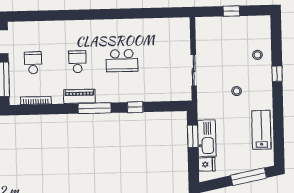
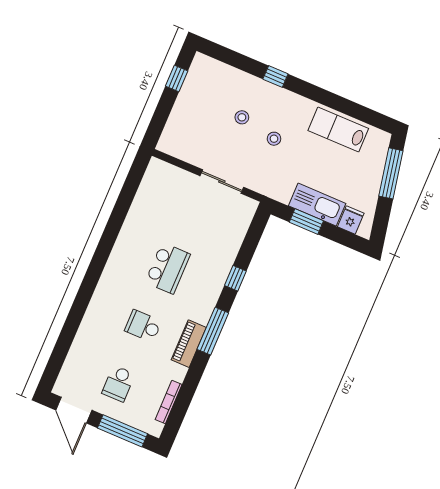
window: (231, 11) -> (177, 79), moved
stool: (257, 55) -> (242, 117), moved
school desk: (33, 63) -> (118, 384), turned -90

